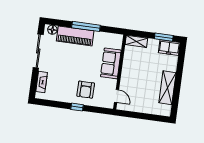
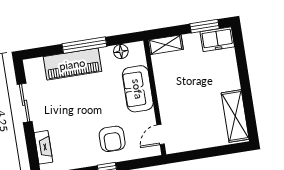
floor lamp: (52, 30) -> (121, 51), moved
sliding door: (38, 51) -> (25, 103), width x0.73
shelving: (167, 88) -> (235, 116), moved
door: (116, 96) -> (161, 134), swing flipped

